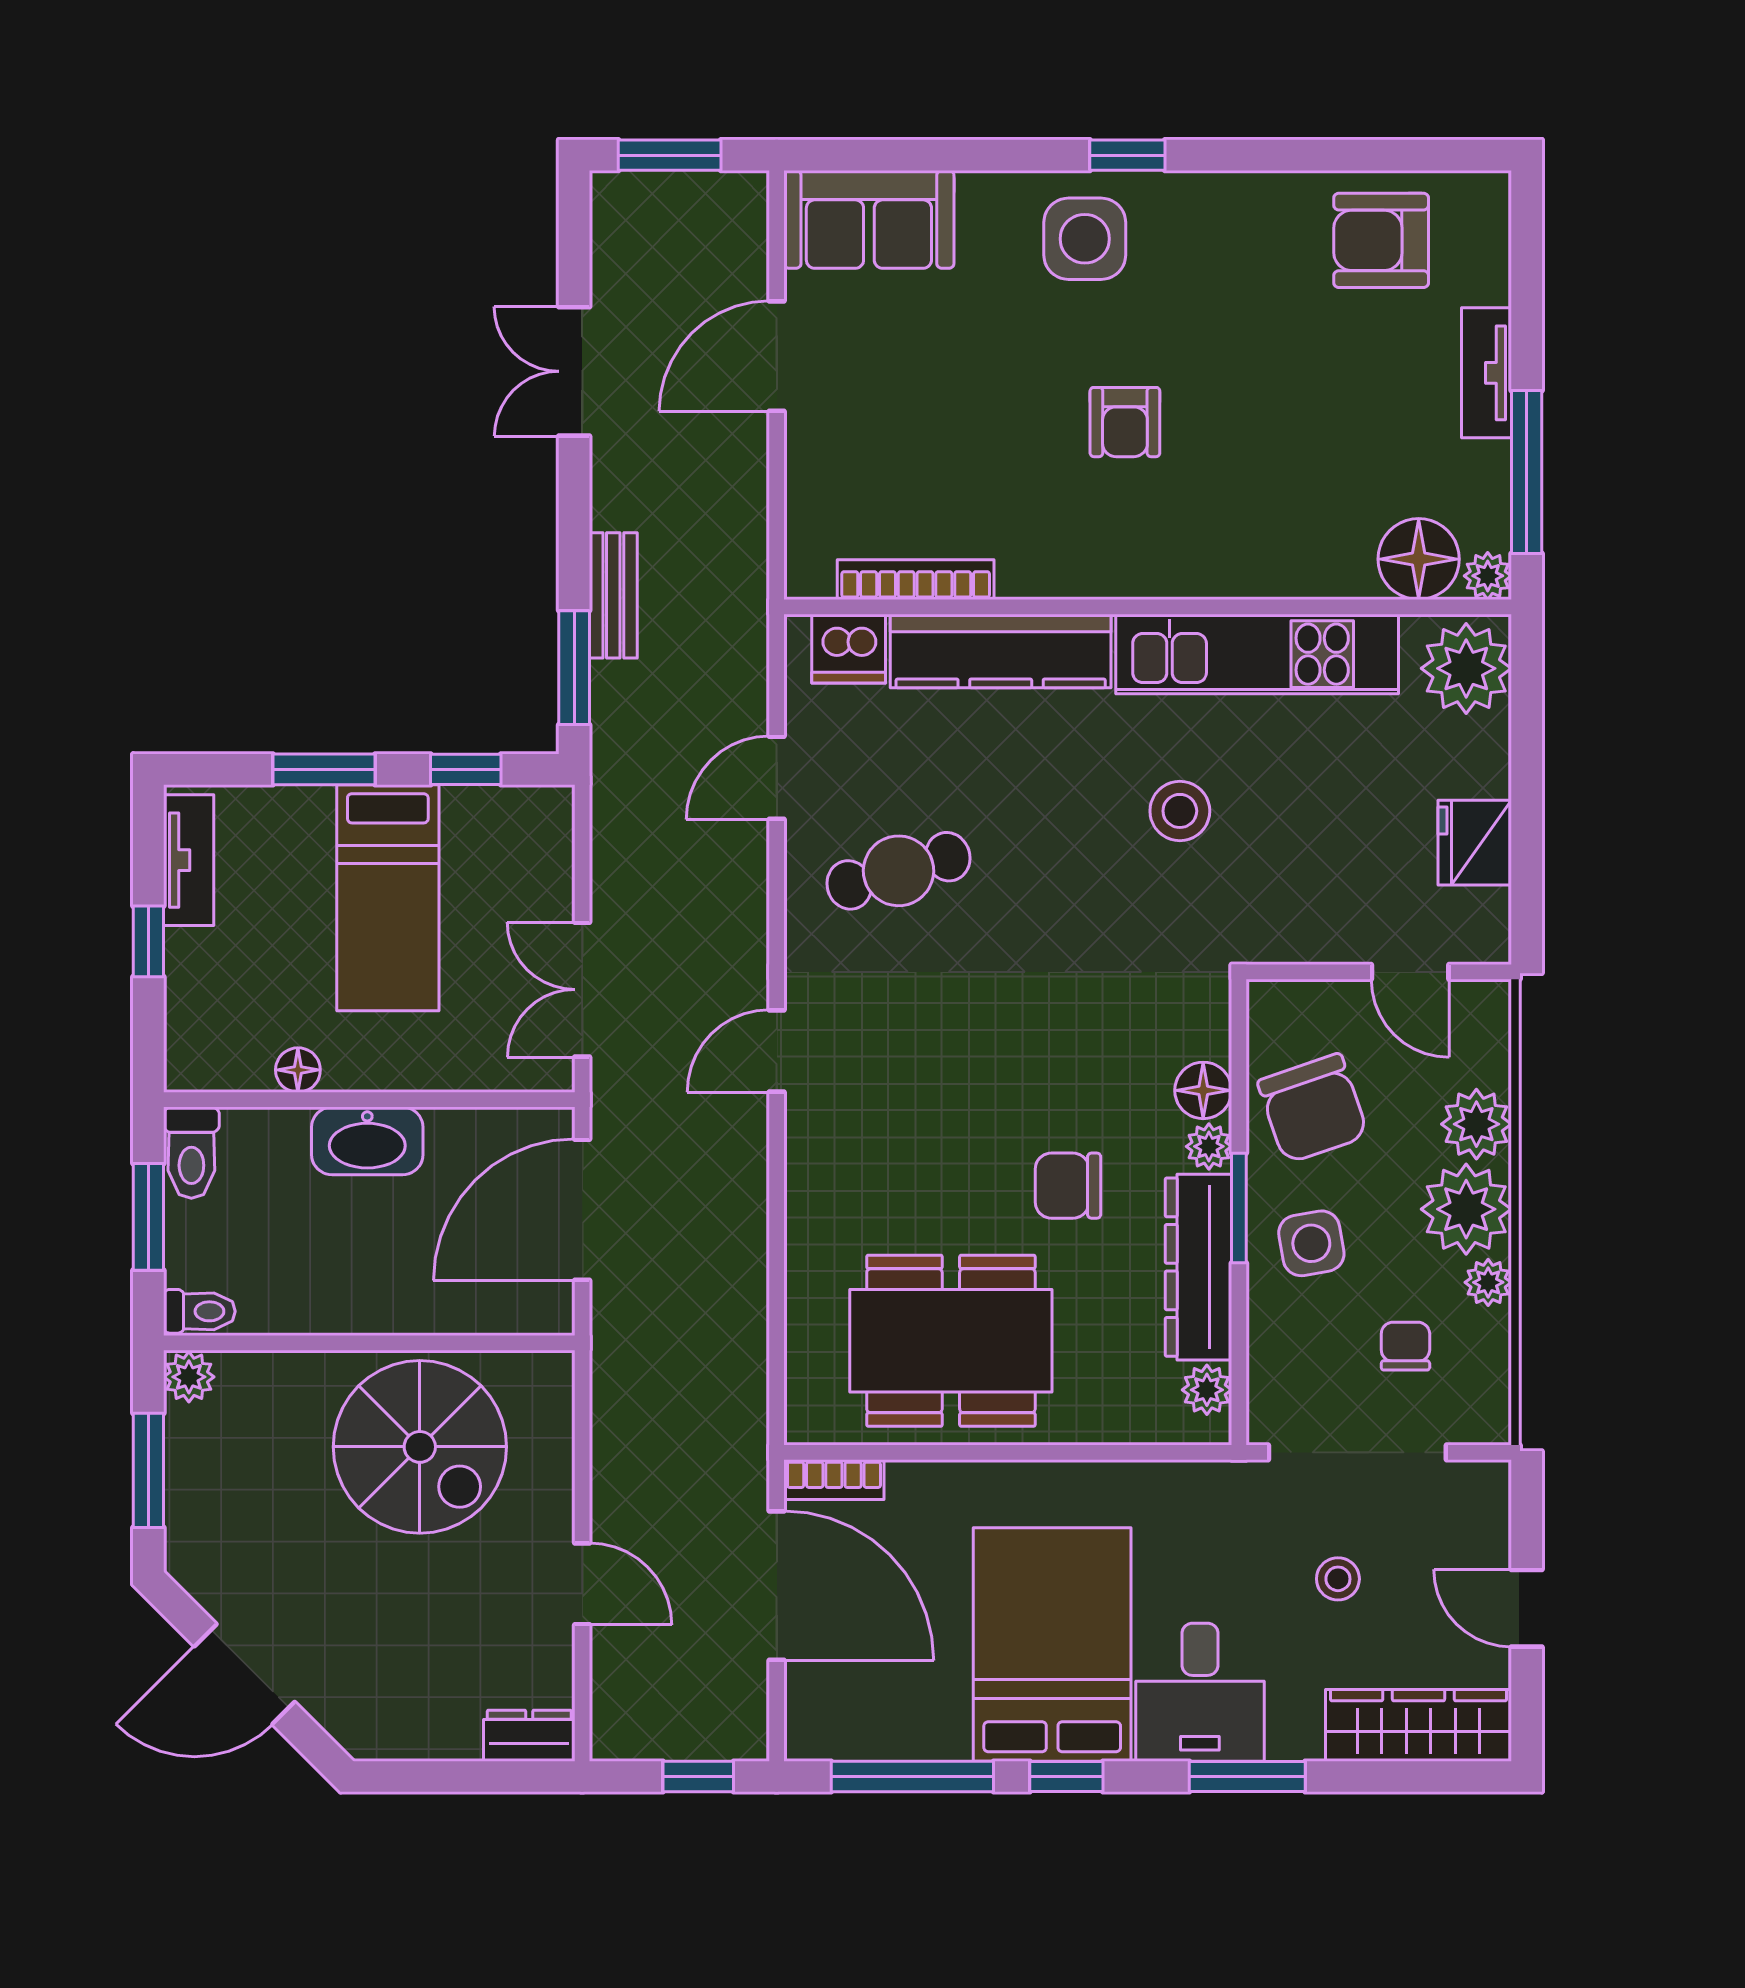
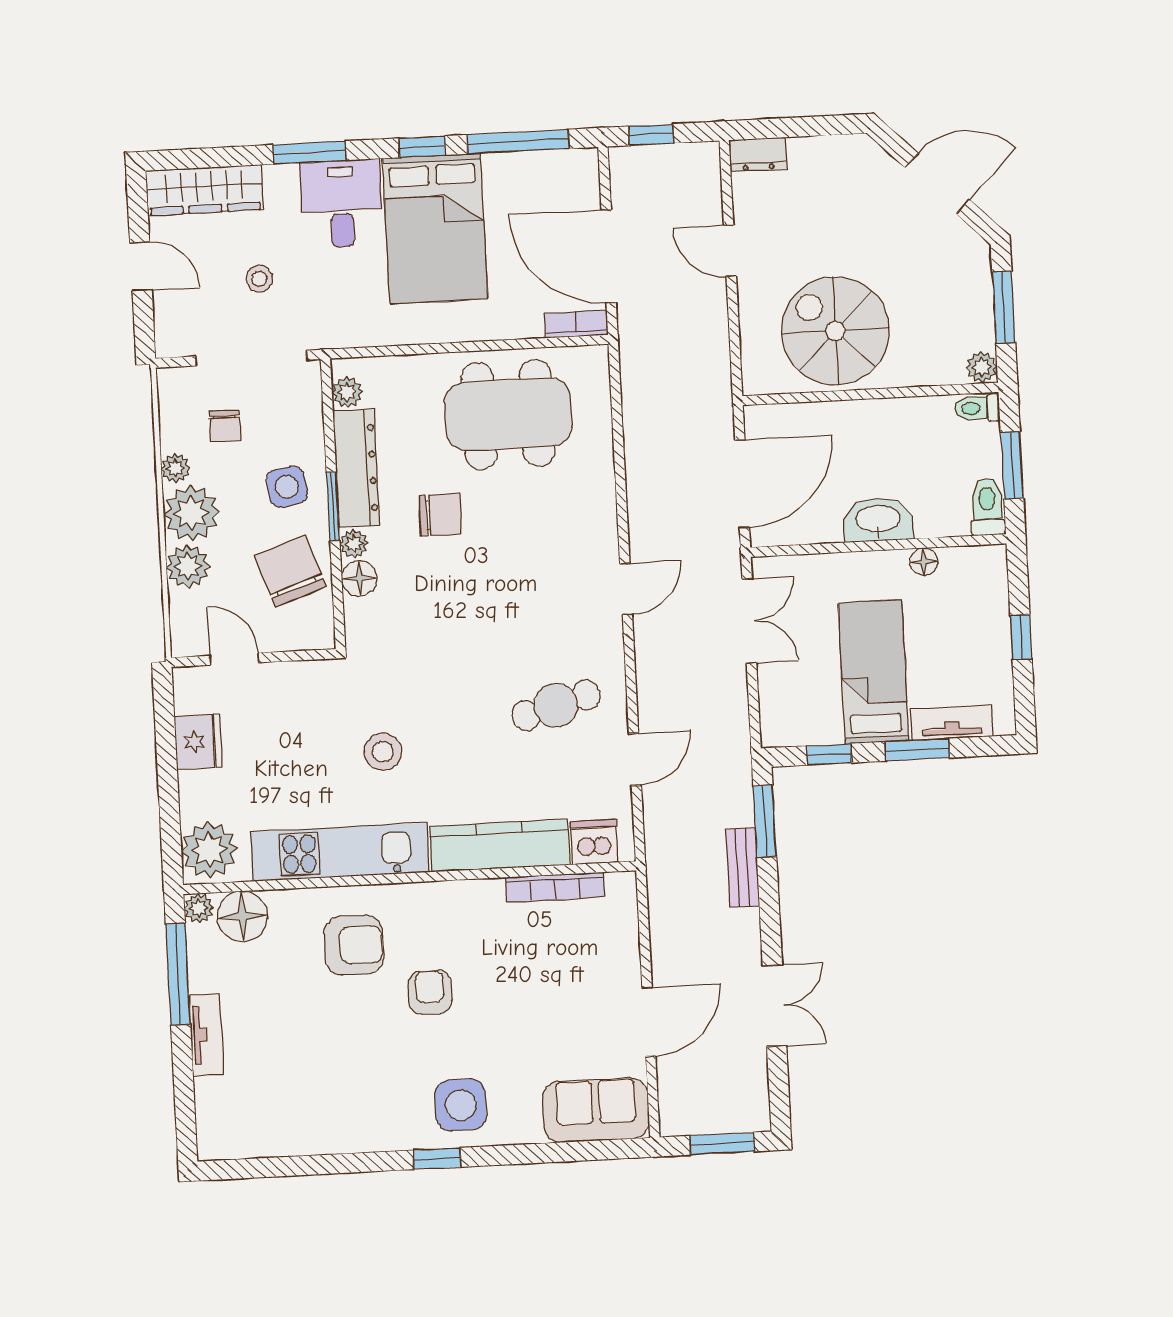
armchair: (1381, 240) -> (354, 945), moved
tv unit: (189, 860) -> (952, 723), moved, turned 90

